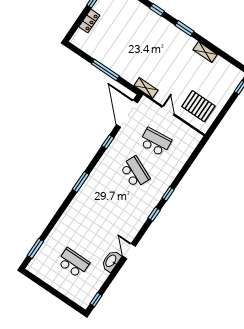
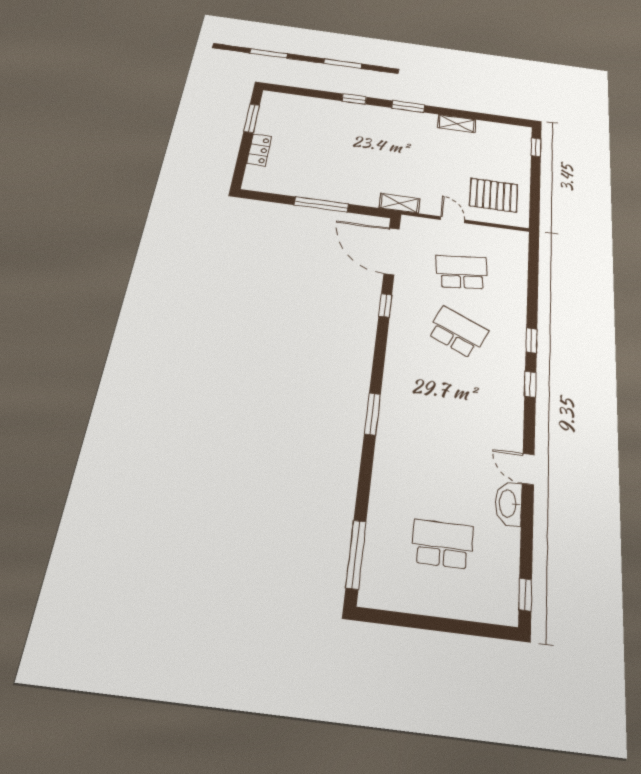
window: (81, 182) -> (373, 414), moved
window: (35, 249) -> (356, 554), width x1.44

